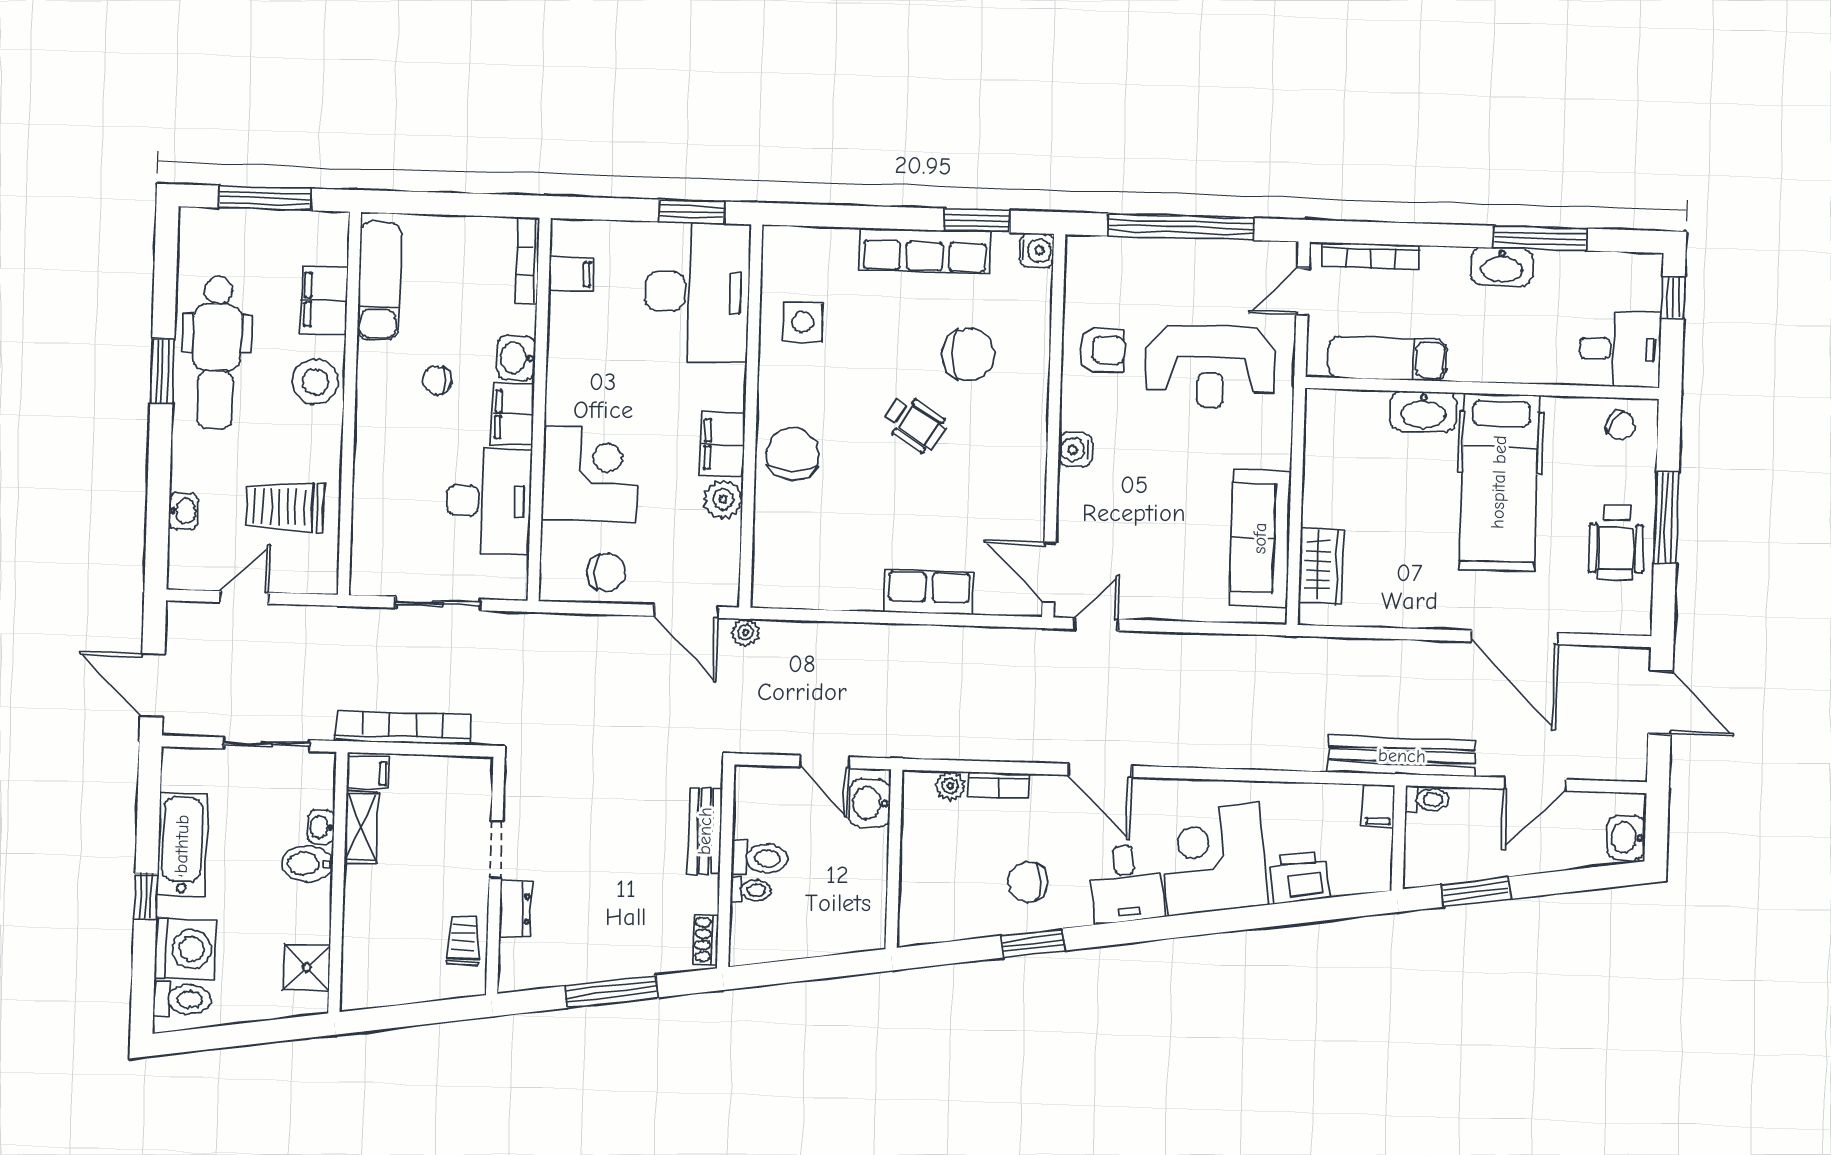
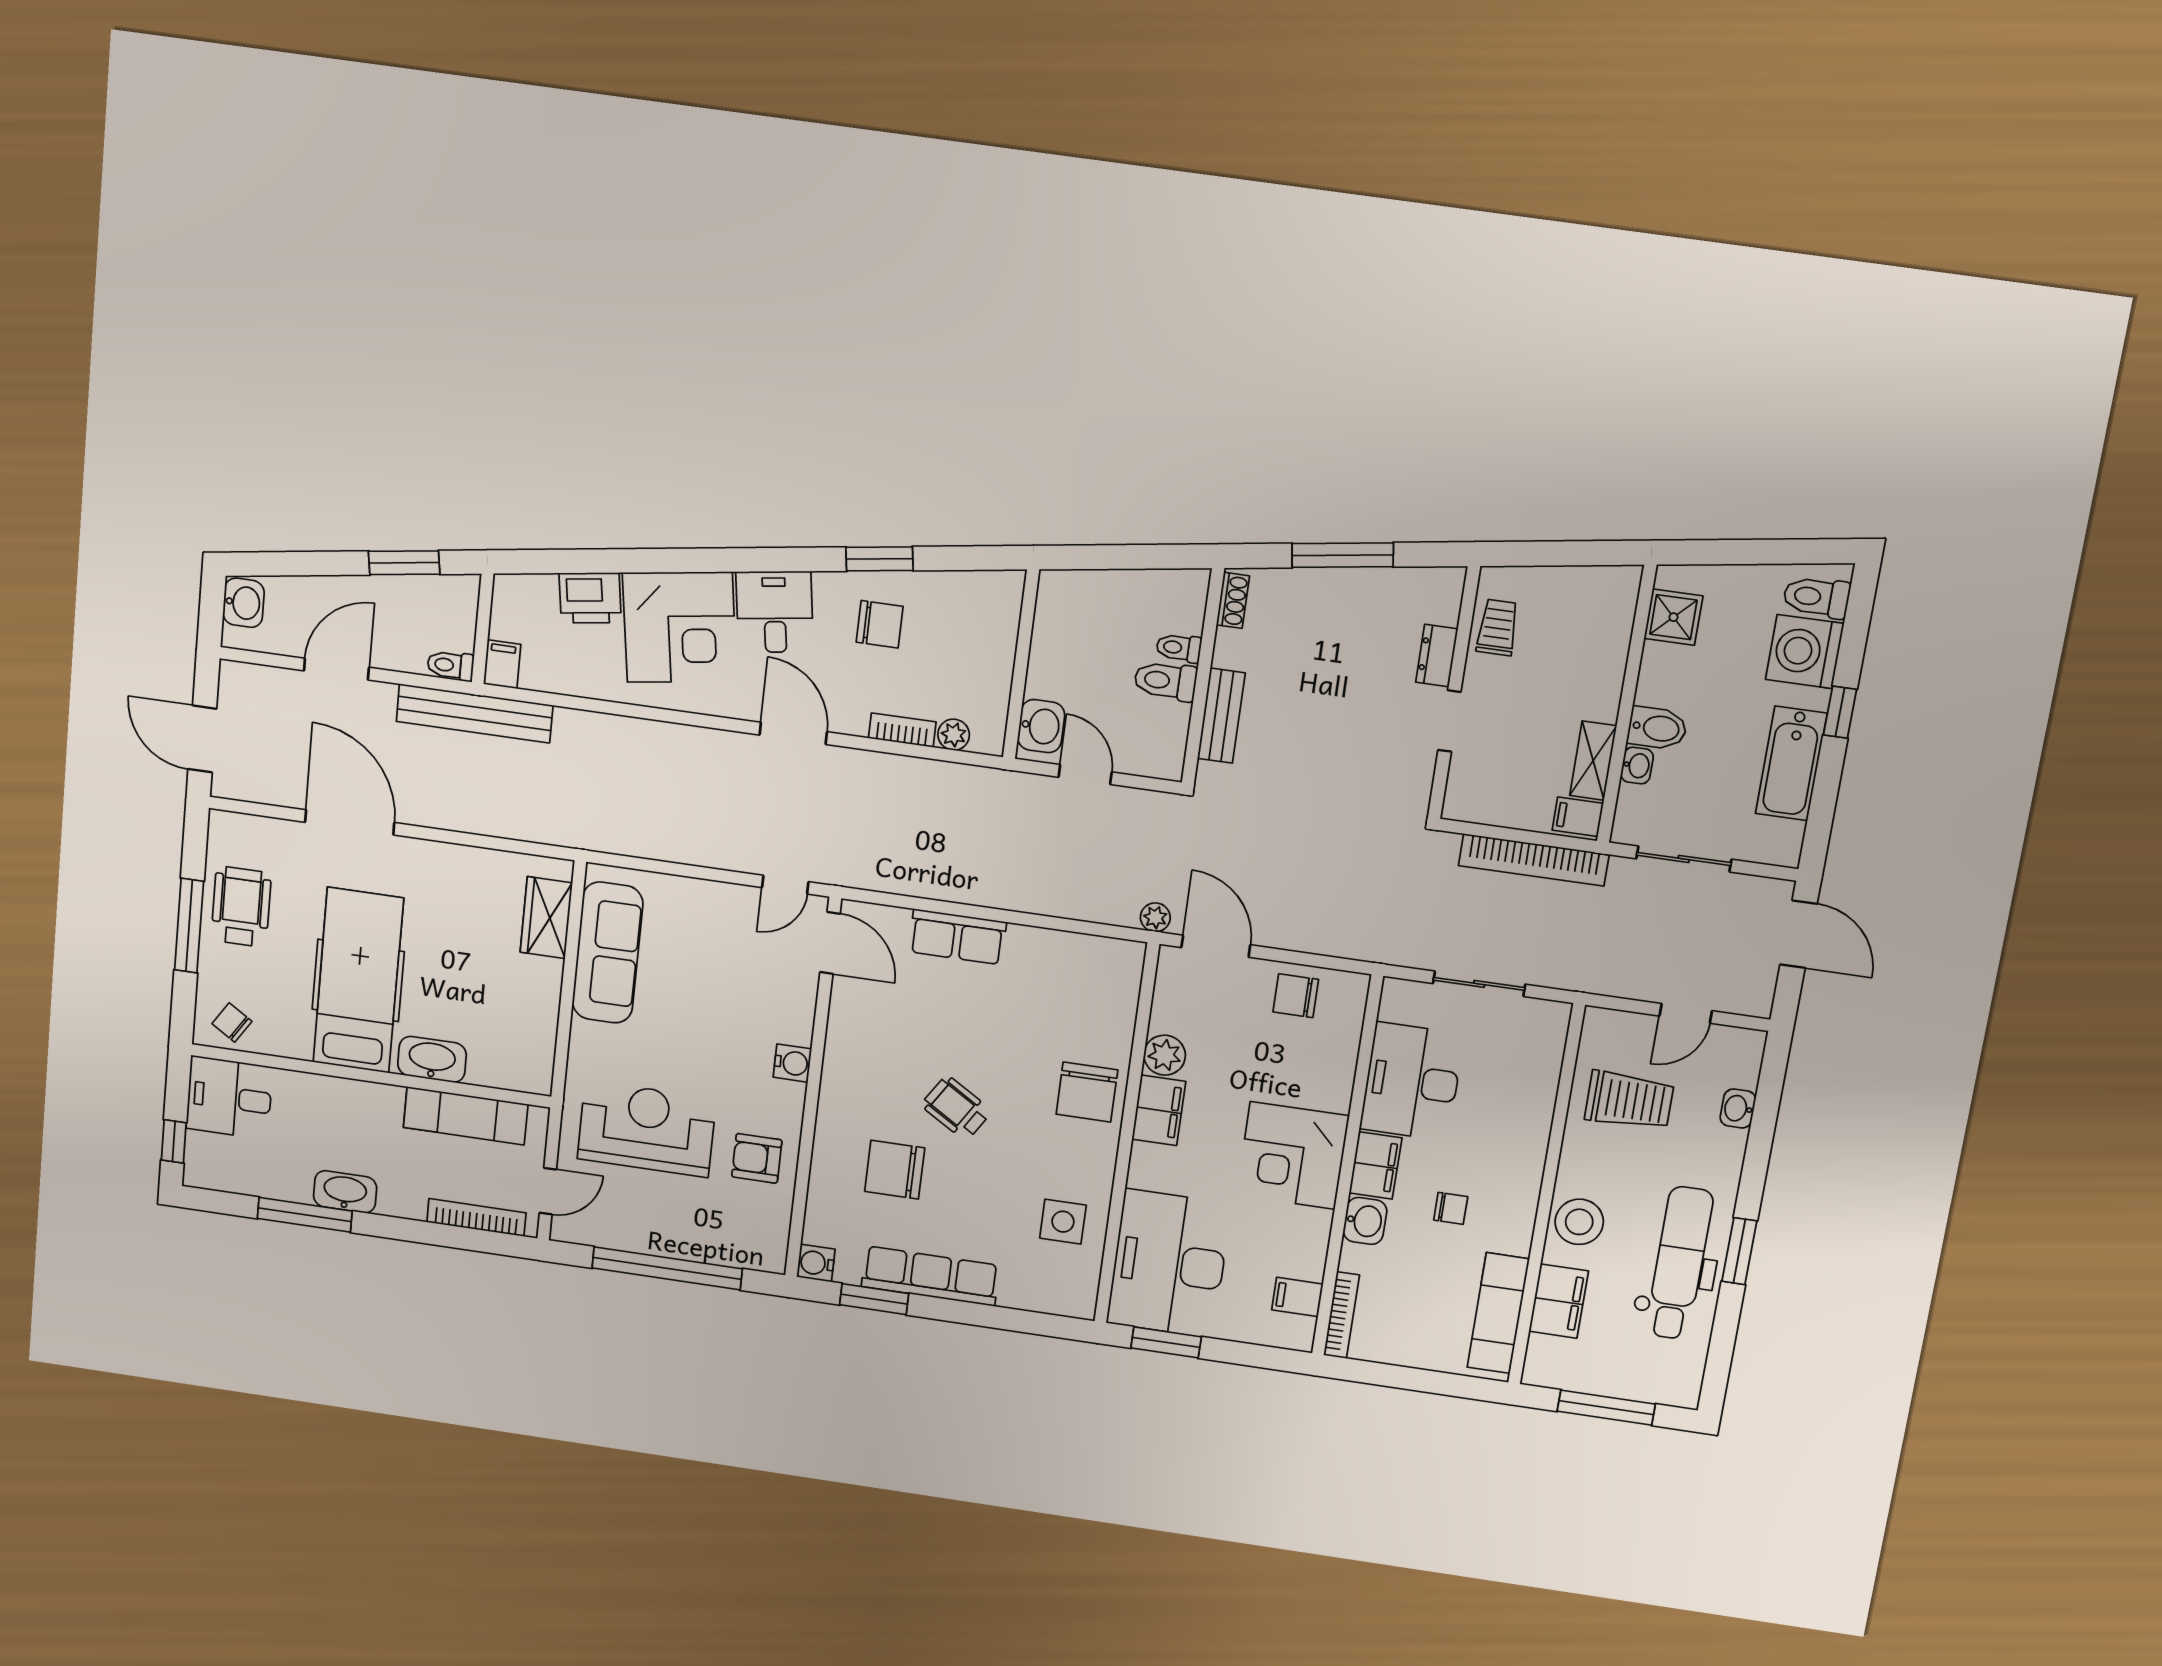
corner desk: (590, 474) -> (1293, 1156), moved
trolley: (463, 941) -> (1498, 627), turned 180

